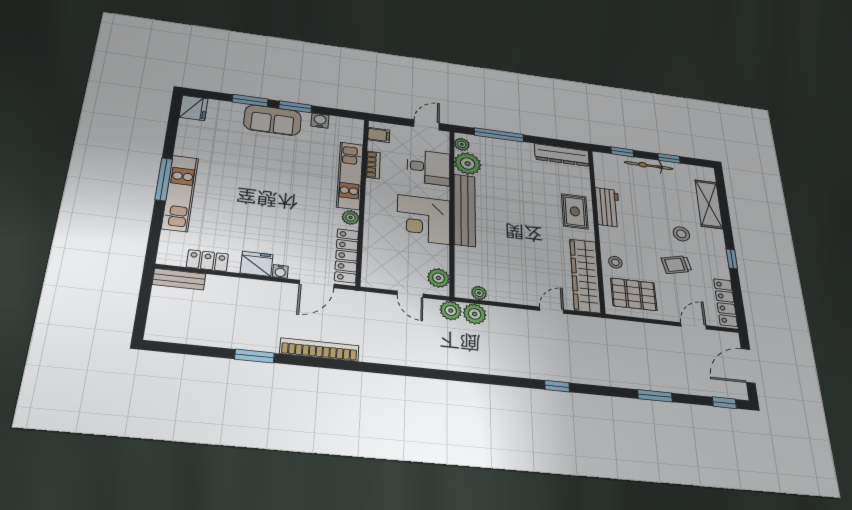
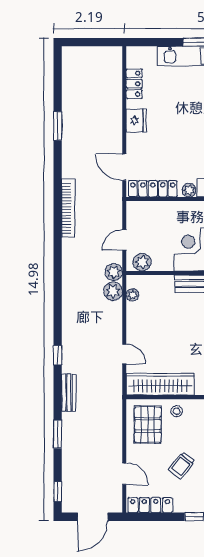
trolley: (676, 265) -> (182, 465), turned -129
water cooler: (280, 271) -> (132, 139), removed
bench: (179, 279) -> (69, 393), moved
bookcase: (319, 350) -> (68, 208), moved
door: (748, 366) -> (93, 517), swing flipped

